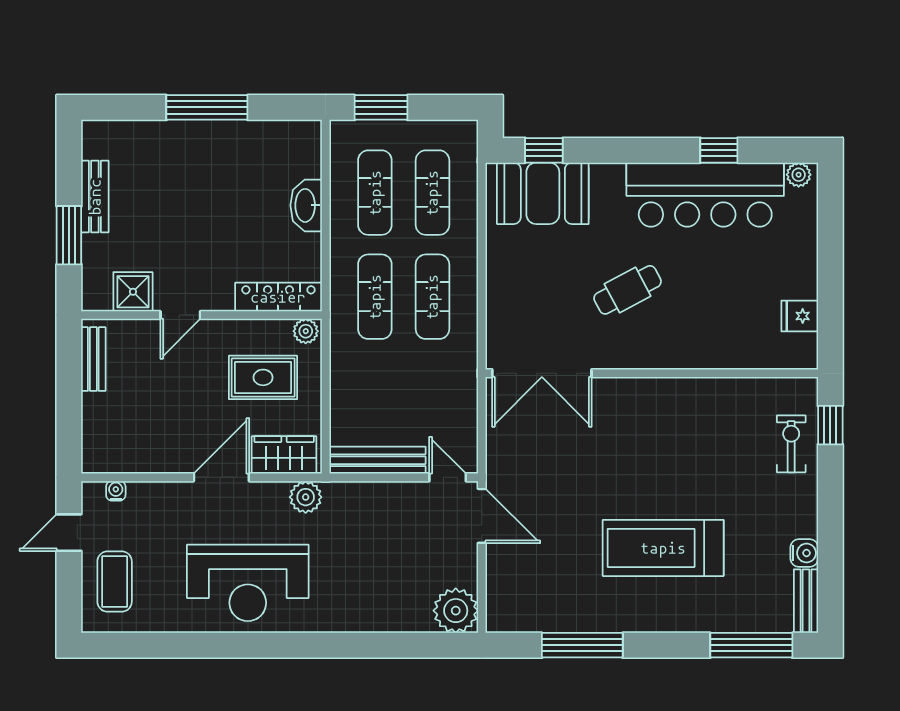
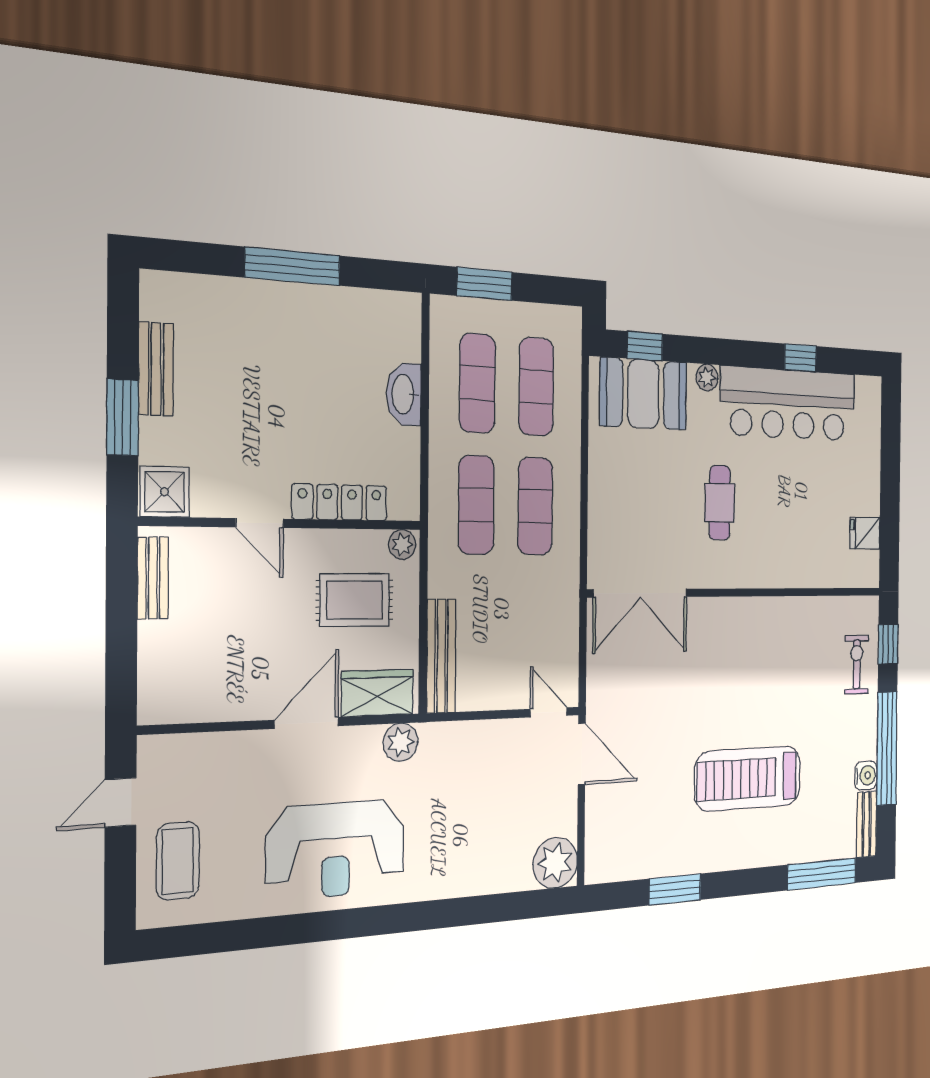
plant: (799, 175) -> (707, 377), moved
cafe table: (628, 290) -> (720, 503), turned -62
shower: (133, 292) -> (165, 492), moved
locker: (278, 297) -> (340, 502), moved
door: (180, 315) -> (260, 523), hinge flipped
bench: (377, 460) -> (441, 656), moved, turned 90
water cooler: (116, 491) -> (180, 746), removed
window: (830, 528) -> (887, 749), added
window: (582, 645) -> (675, 889), width x0.69

